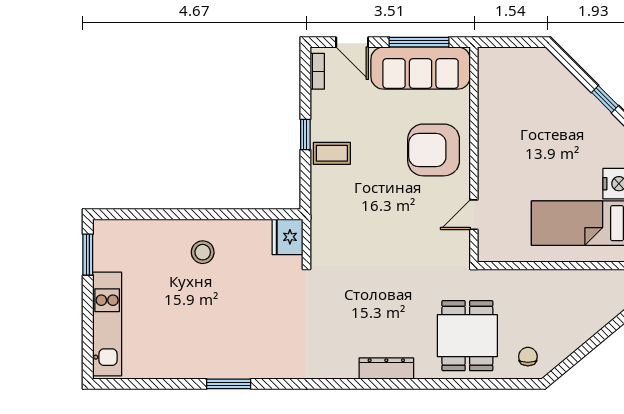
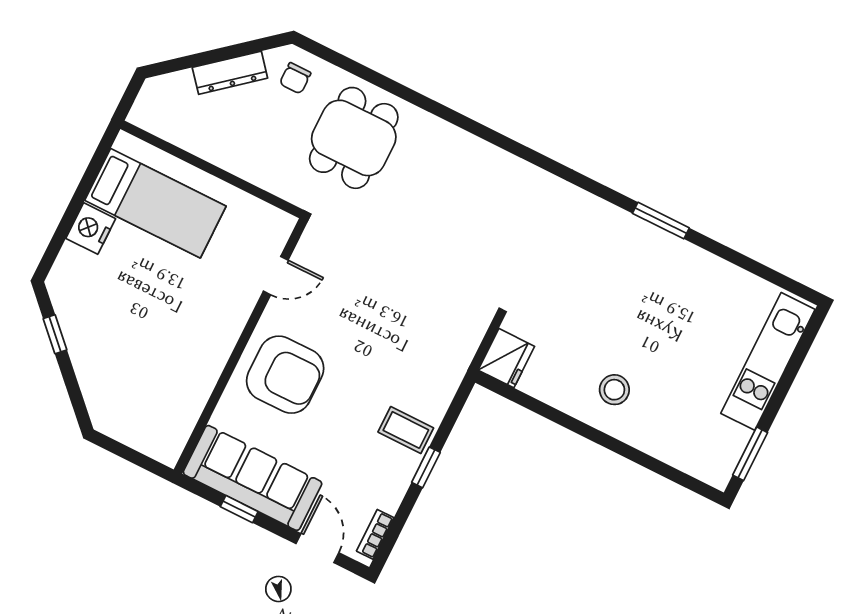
window: (419, 42) -> (239, 509), width x0.46
dresser: (386, 369) -> (230, 73), moved, turned -40

